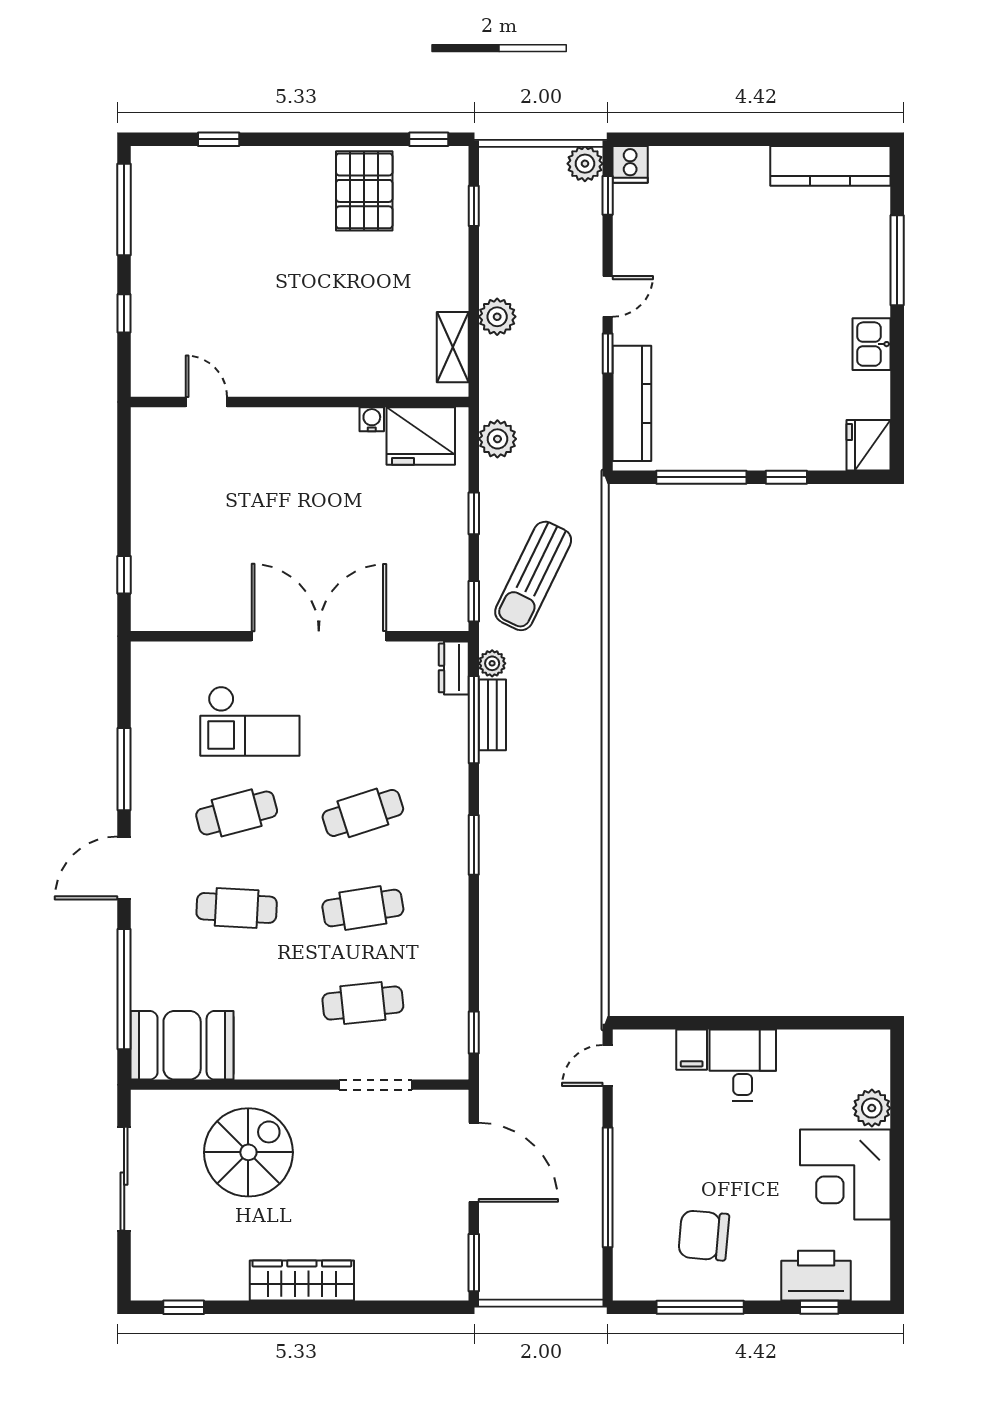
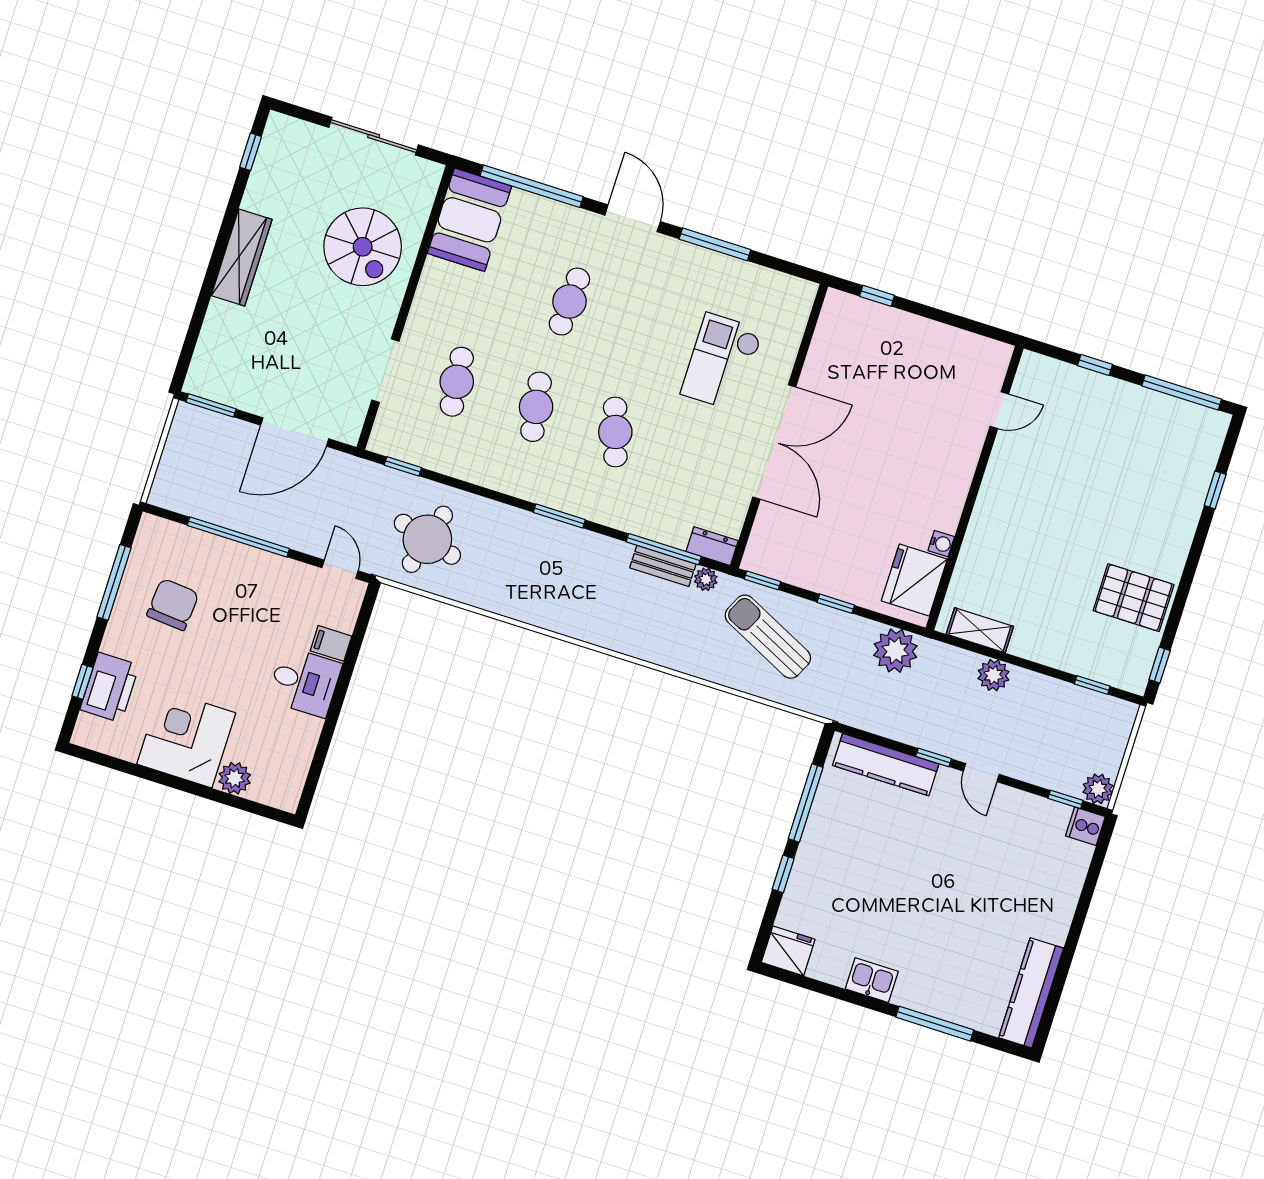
plant: (497, 439) -> (895, 651), width x1.36, depth x1.36
cafe table: (237, 813) -> (649, 327), removed
round table: (545, 981) -> (427, 539), added

